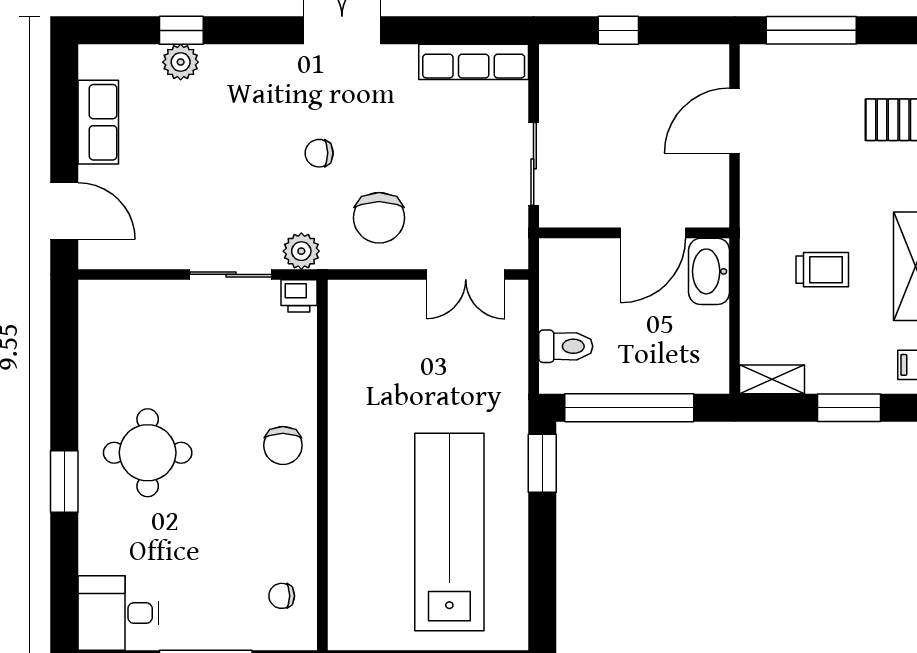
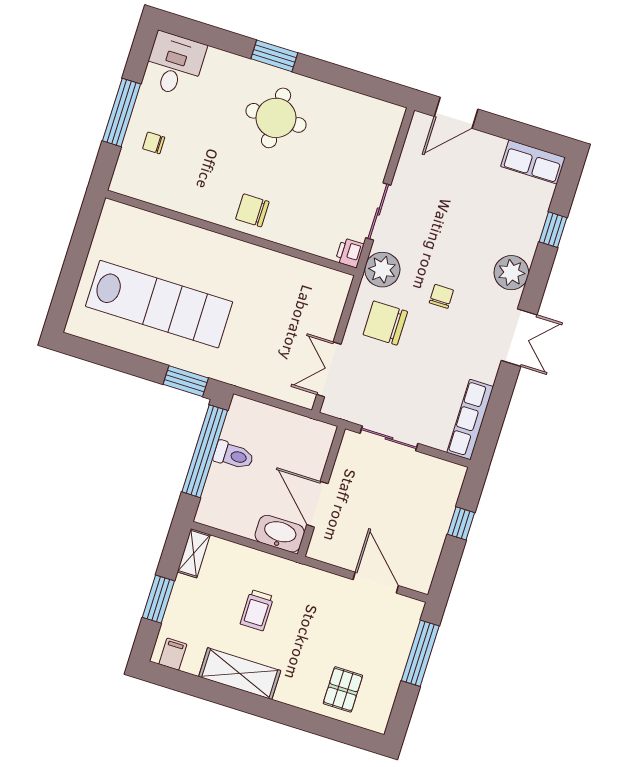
plant: (181, 62) -> (511, 273), moved, width x1.36, depth x1.36
row of seats: (98, 122) -> (533, 162), moved
plant: (301, 251) -> (382, 270), width x1.36, depth x1.36
toilet: (566, 346) -> (234, 455), moved, turned -90
chair: (282, 596) -> (154, 143), moved, turned -90

